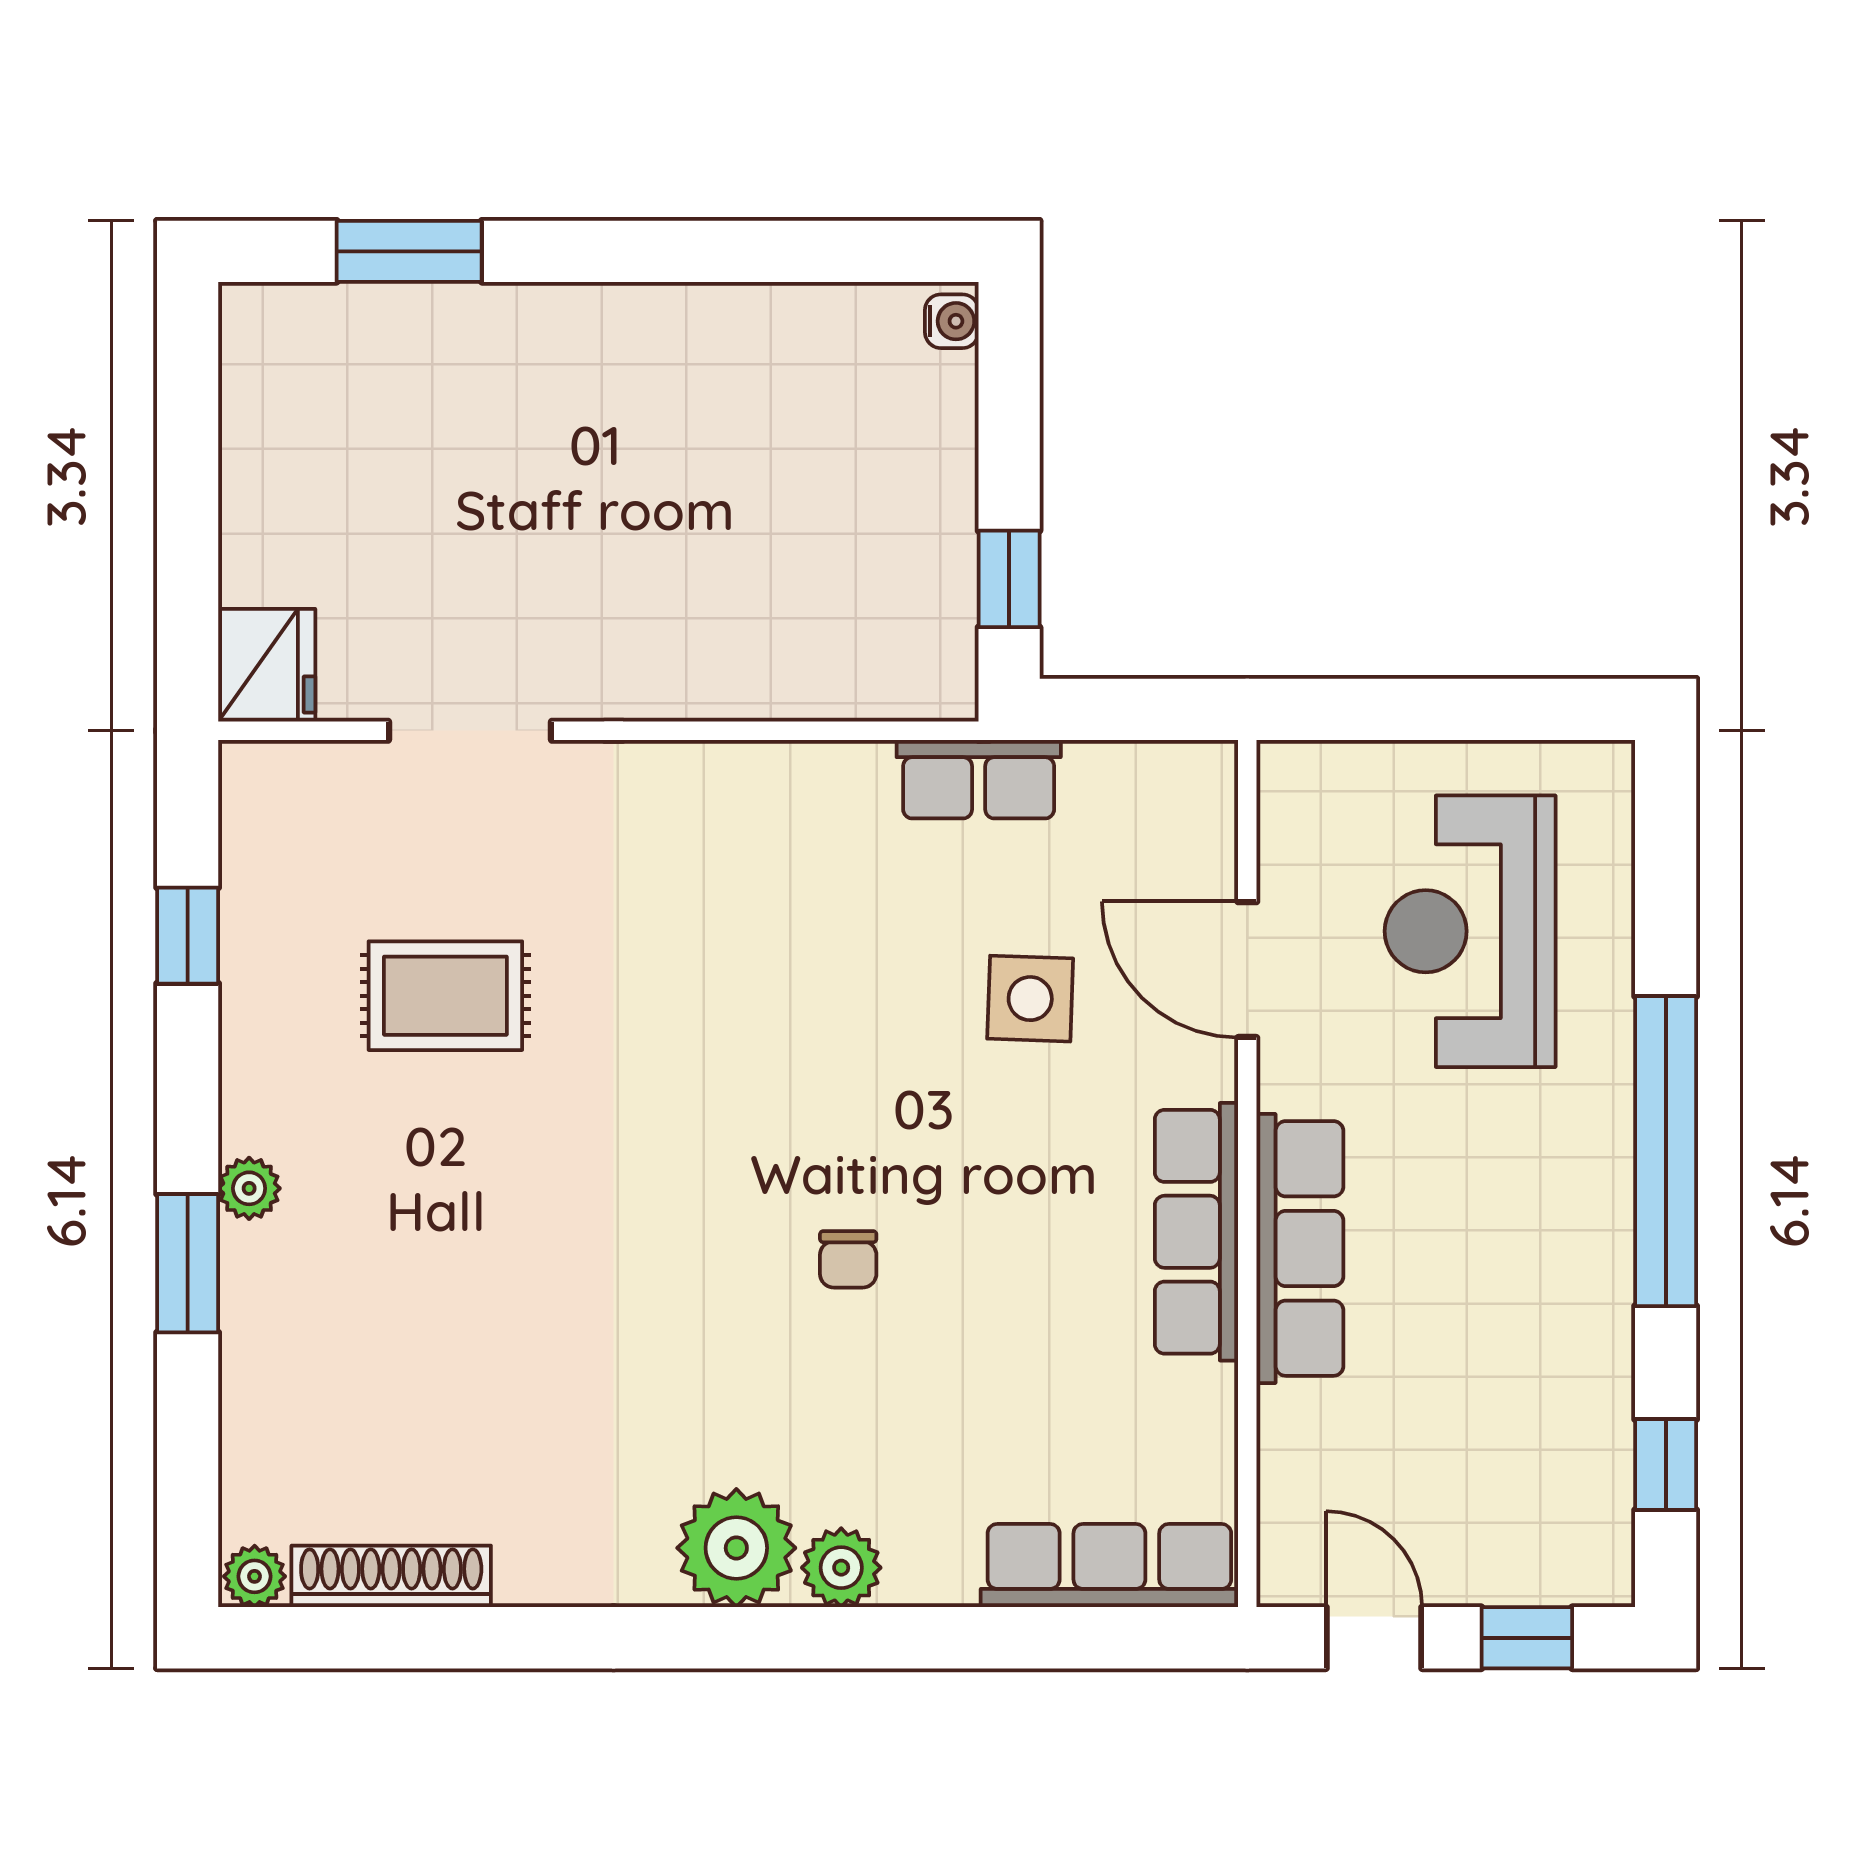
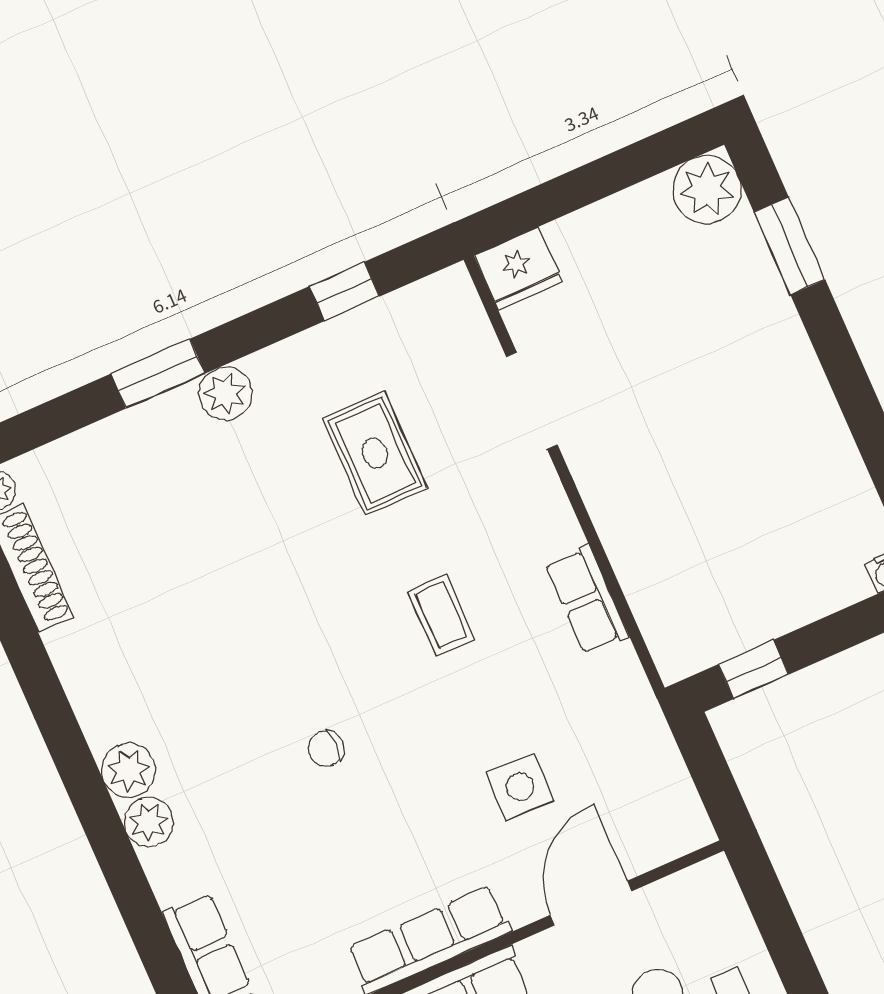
plant: (273, 337) -> (707, 190), added
row of seats: (979, 779) -> (587, 600), moved
coffee table: (727, 1003) -> (441, 615), added
plant: (249, 1188) -> (225, 394), width x1.38, depth x1.38
plant: (736, 1548) -> (129, 770), width x0.73, depth x0.73

